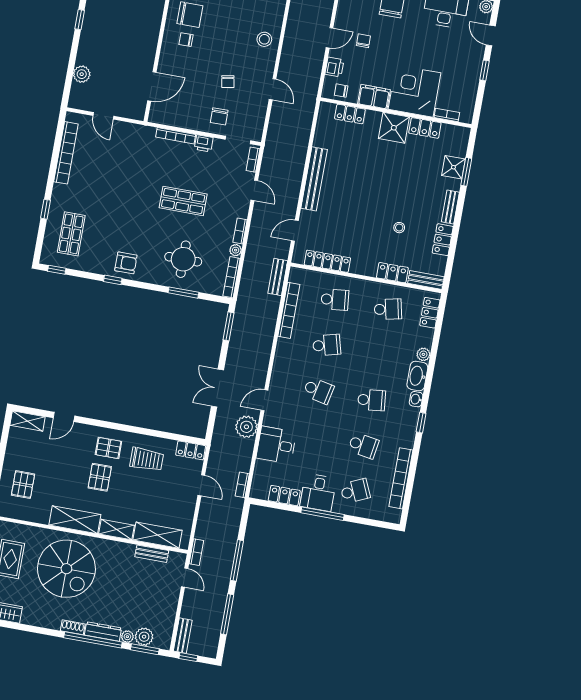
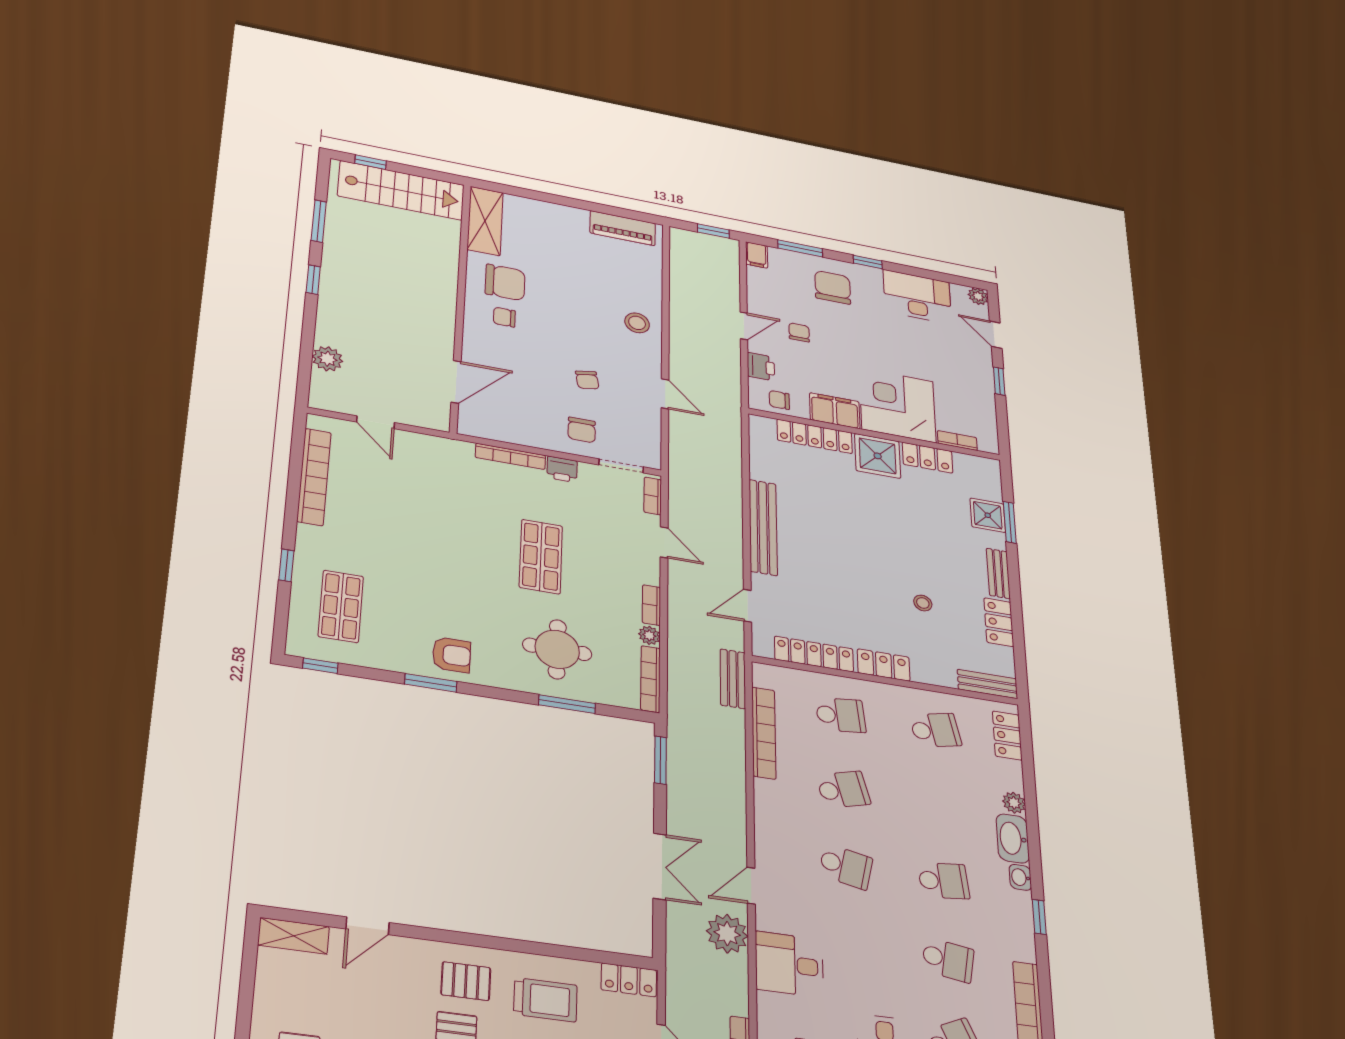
locker: (350, 114) -> (815, 436), width x1.53
shop shelf: (183, 201) -> (541, 557), turned 90
locker: (392, 273) -> (884, 665), moved
window: (113, 280) -> (431, 683), width x1.50
double door: (217, 388) -> (660, 866), swing flipped

